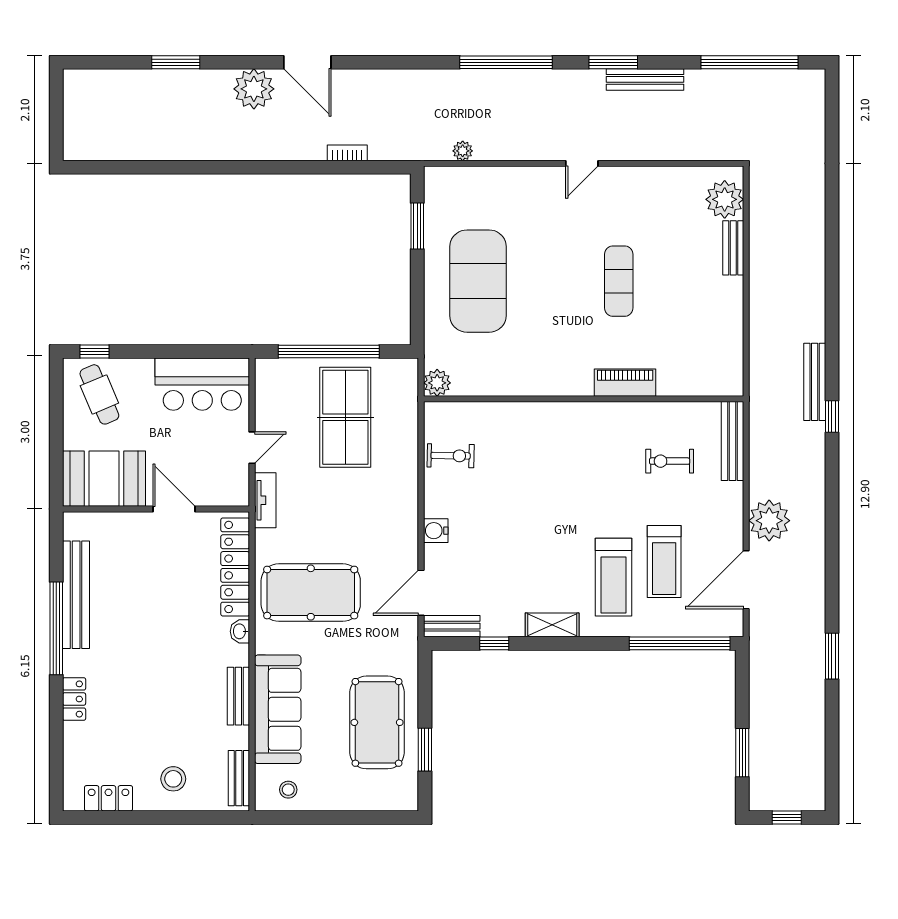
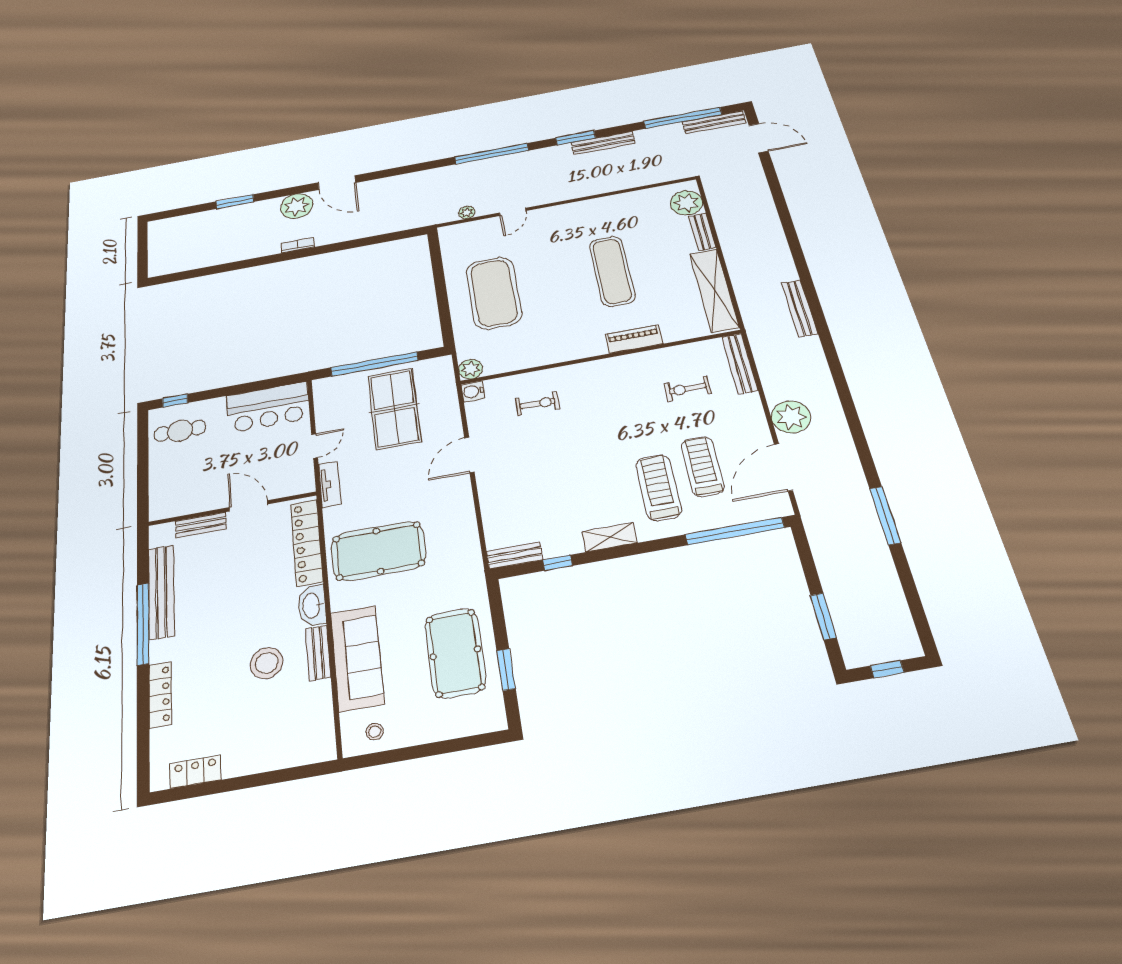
bench: (785, 79) -> (714, 122), added
door: (832, 119) -> (759, 138), added
bookcase: (347, 153) -> (298, 245), moved
door: (582, 163) -> (513, 212), moved
window: (417, 226) -> (437, 266), removed
exercise mat: (619, 281) -> (612, 271), width x1.36, depth x1.45
shelving: (728, 335) -> (714, 290), added
cafe table: (99, 394) -> (180, 431), turned -67
window: (832, 416) -> (823, 330), removed
exercise bike: (451, 456) -> (538, 404), moved
booth: (104, 479) -> (185, 493), removed
water cooler: (436, 531) -> (473, 391), moved
treadmill: (664, 561) -> (703, 466), turned 180
treadmill: (614, 577) -> (659, 488), turned 180
door: (421, 593) -> (469, 455), moved
washbasin: (240, 631) -> (312, 606), width x1.91, depth x1.45
window: (832, 656) -> (885, 516), width x1.44
locker: (74, 699) -> (160, 695), width x1.53
bench: (239, 778) -> (201, 525), moved, turned 90
stool: (173, 779) -> (267, 663), moved, width x1.38, depth x1.38

